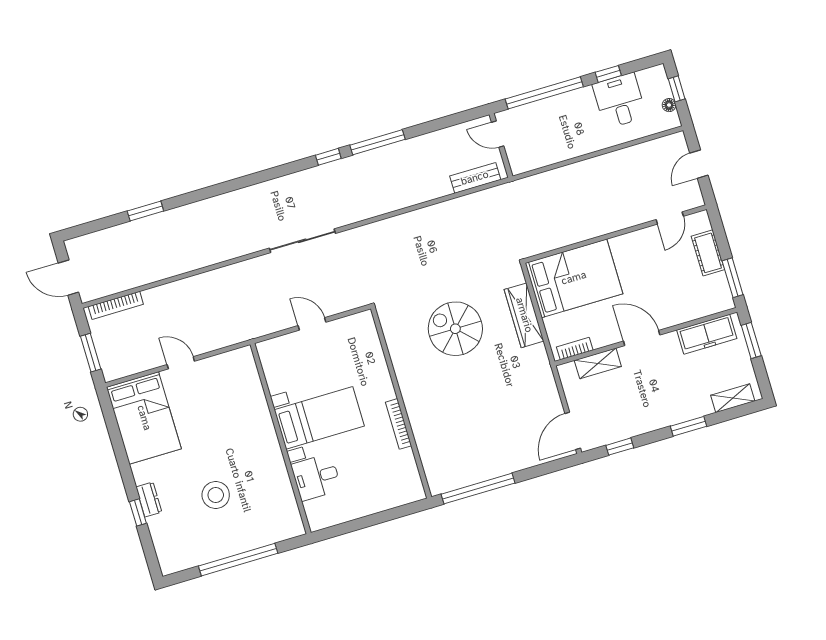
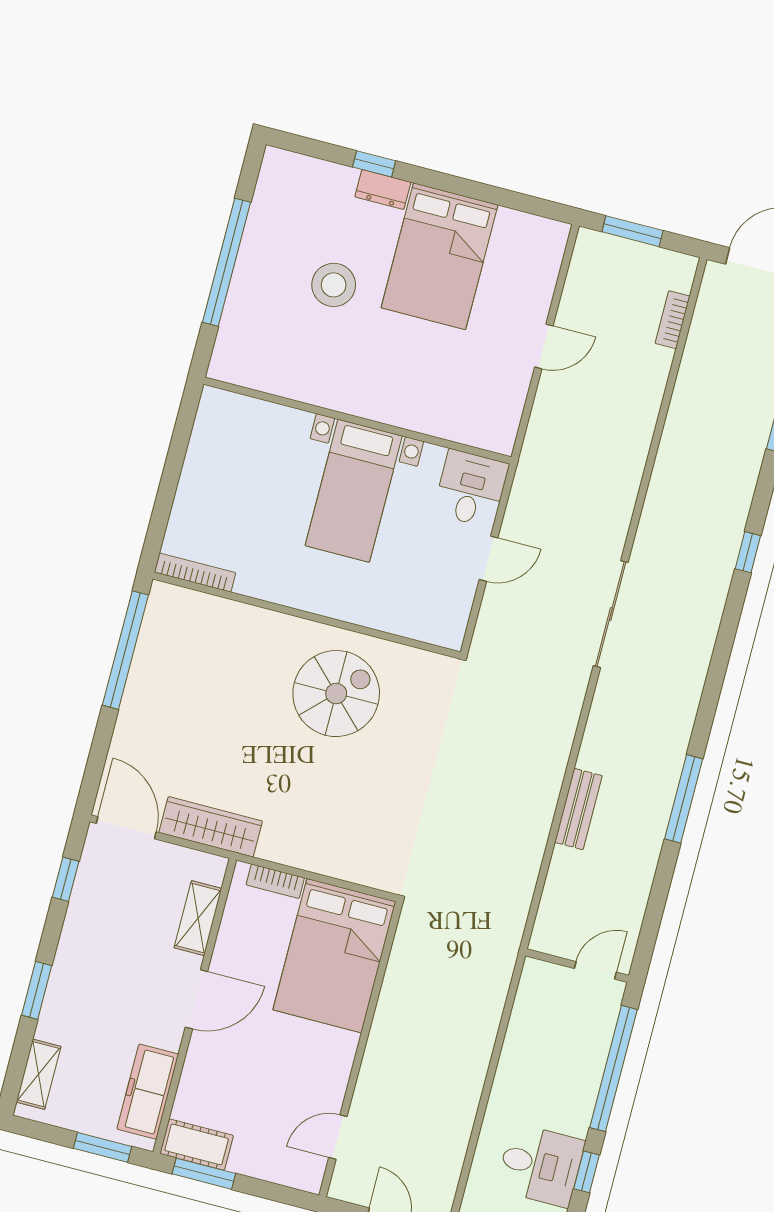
window: (328, 157) -> (748, 552), moved
bench: (475, 178) -> (578, 809), moved
door: (670, 218) -> (338, 1137), hinge flipped
cot: (708, 253) -> (197, 1145), moved
bookcase: (116, 305) -> (673, 320), width x0.64
wardrobe: (524, 315) -> (211, 827), moved
spiral stairs: (455, 329) -> (336, 694), moved
bookcase: (575, 349) -> (275, 881), moved, turned 90
bed: (144, 418) -> (440, 256), moved, turned -90
bookcase: (399, 424) -> (195, 572), moved
desk: (316, 477) -> (471, 489), moved

